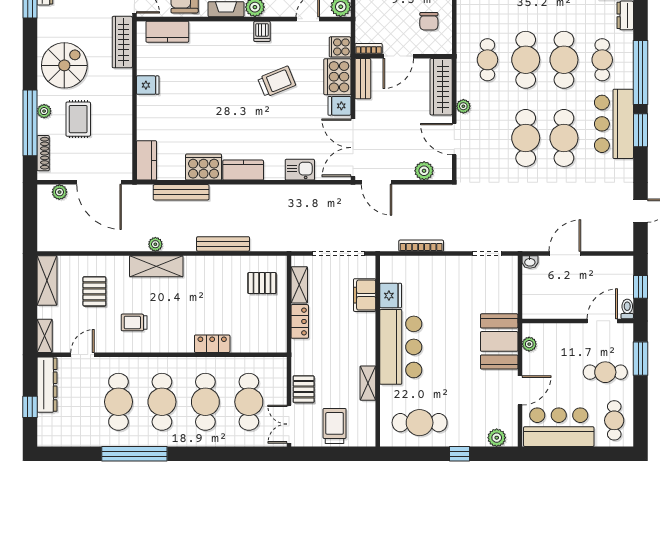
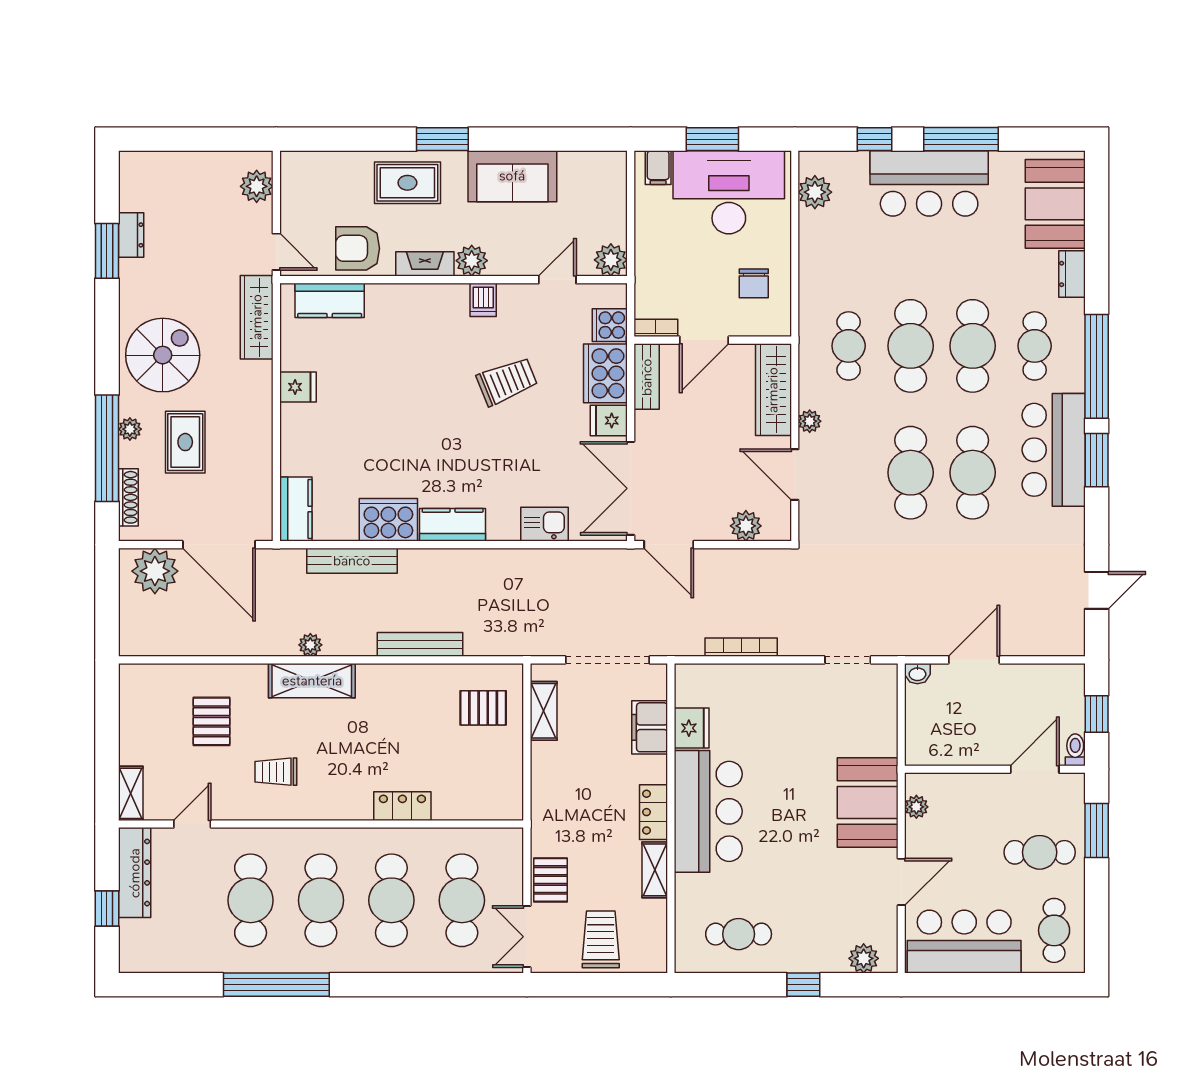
plant: (59, 192) -> (155, 571), width x1.87, depth x1.87
shelving: (47, 280) -> (135, 704), removed
locker: (300, 321) -> (654, 812), moved, turned 180
cafe table: (420, 423) -> (739, 934), width x0.73, depth x0.74

